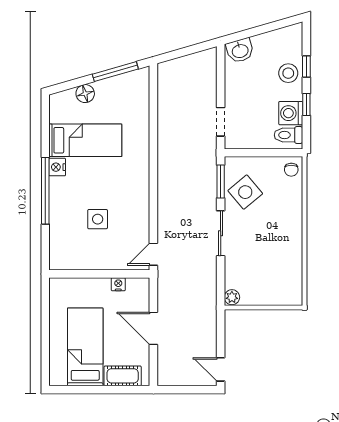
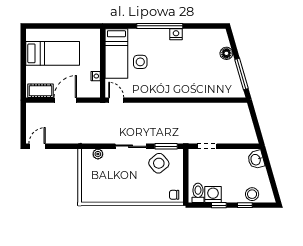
stool: (288, 73) -> (252, 194), moved
bed: (85, 140) -> (116, 53), moved
plant: (232, 297) -> (98, 154), moved
cot: (123, 376) -> (41, 91), moved, turned 90

